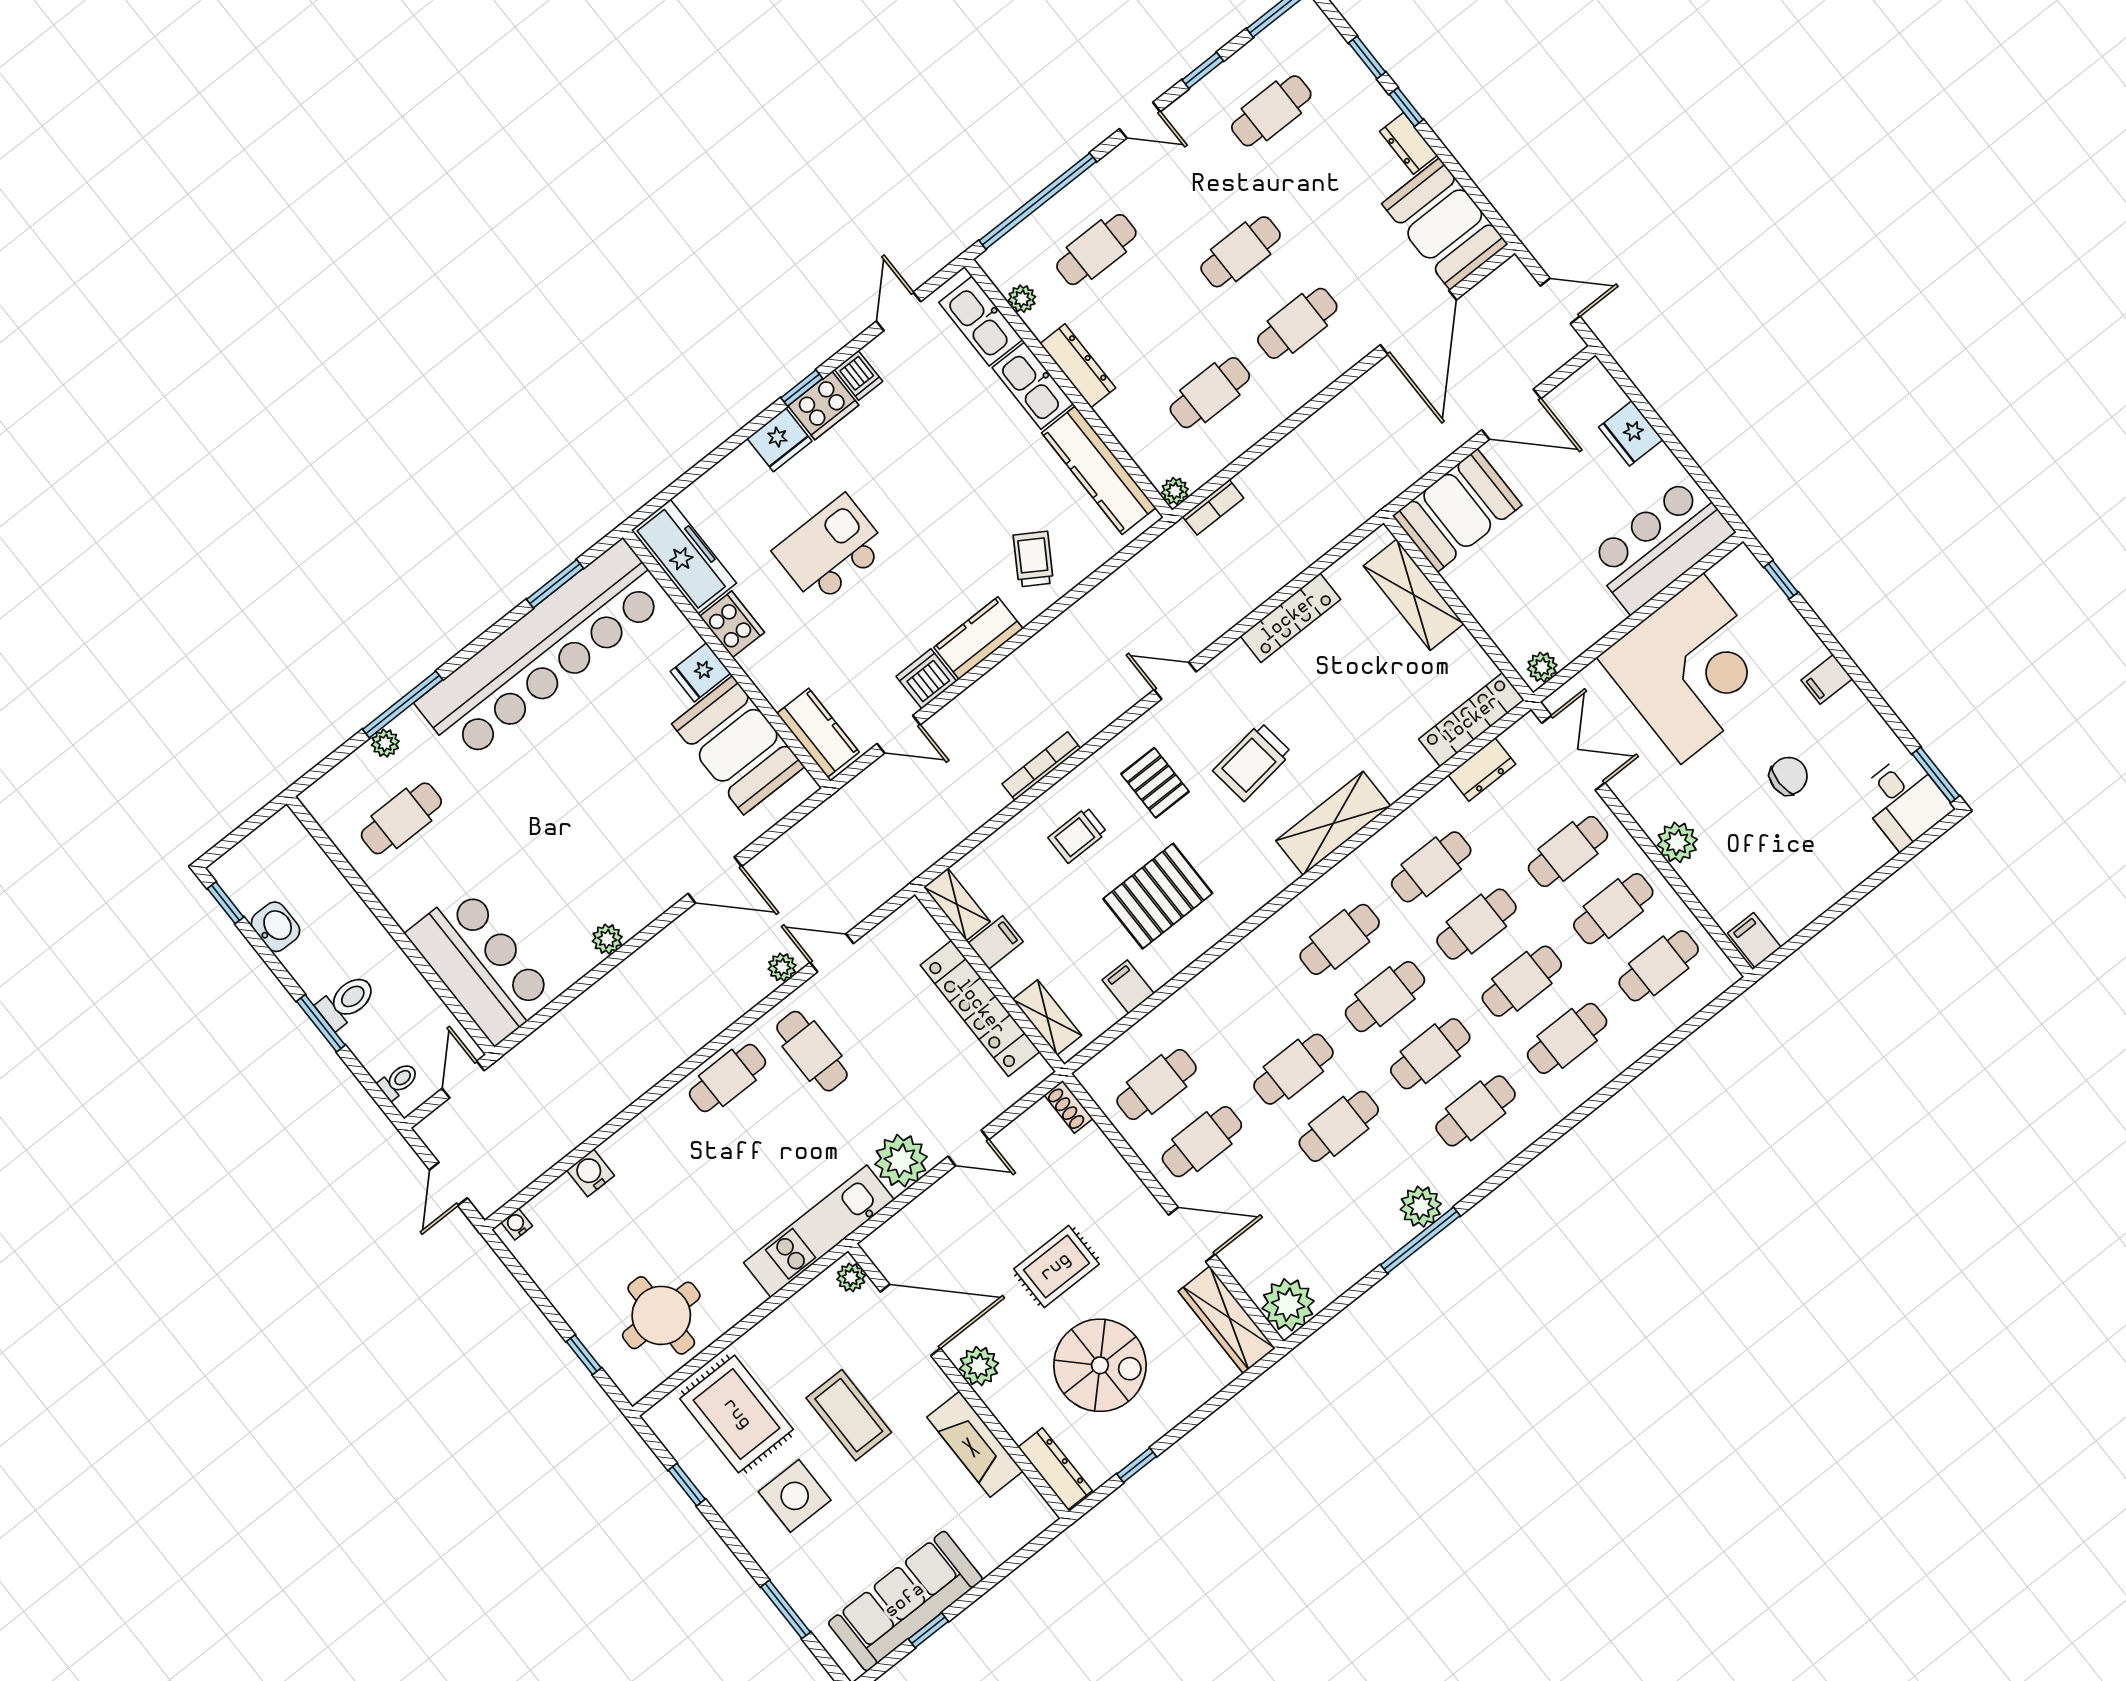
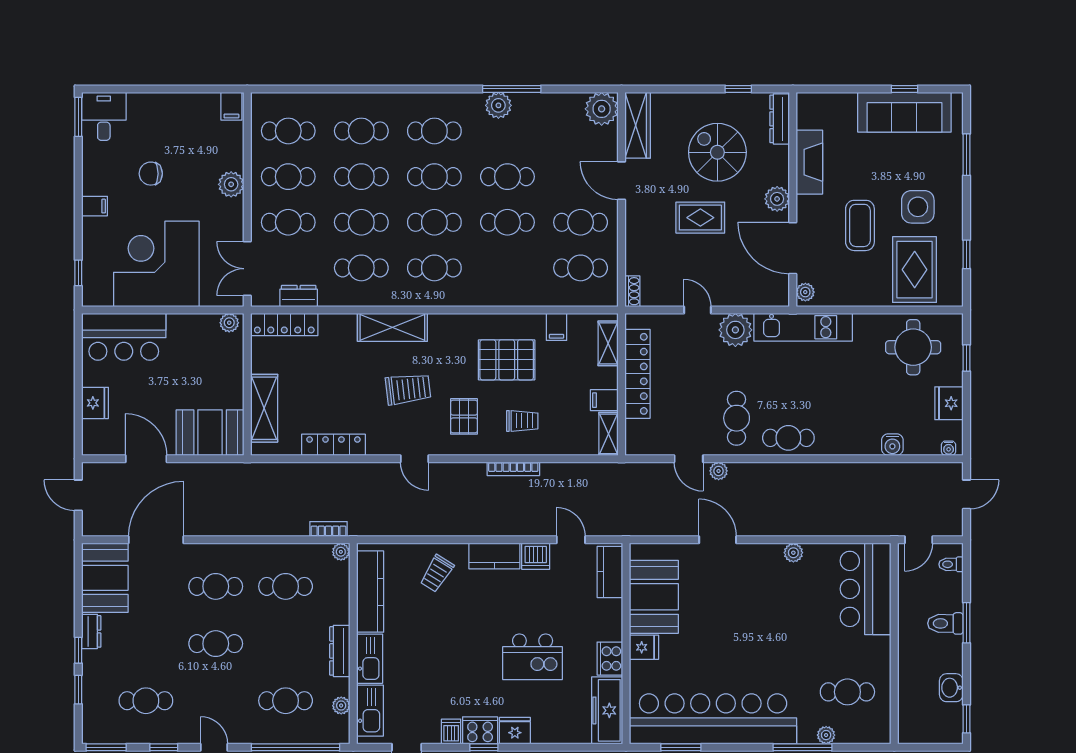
fridge: (561, 1281) -> (949, 403), added

